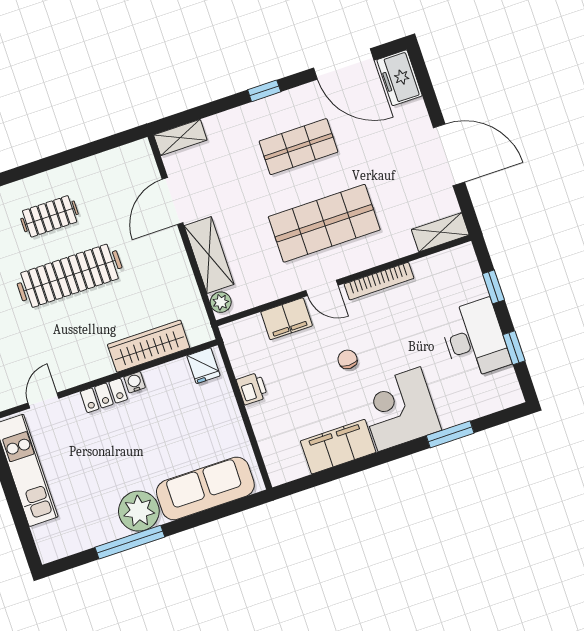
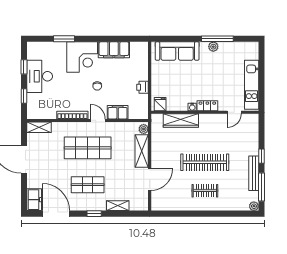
shelving: (180, 137) -> (118, 206), moved
plant: (139, 511) -> (213, 47), width x0.53, depth x0.53

